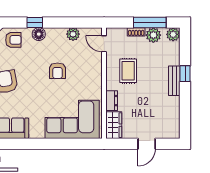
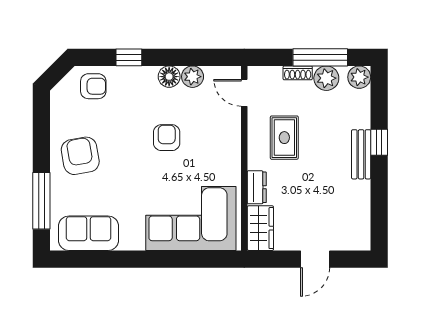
floor lamp: (39, 34) -> (169, 77), moved
armchair: (57, 71) -> (167, 138), turned 180

